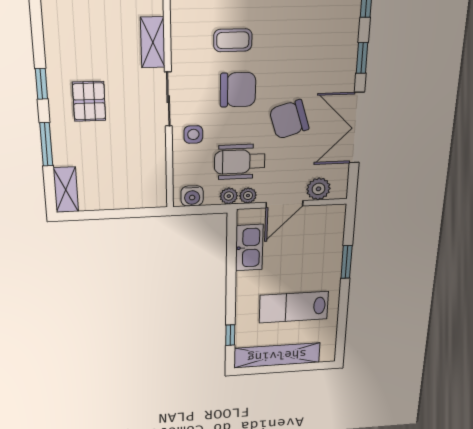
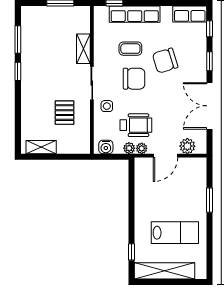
pallet: (89, 101) -> (65, 113), moved
chair: (289, 119) -> (165, 61), moved
window: (46, 144) -> (18, 40), moved
wheelchair: (240, 162) -> (136, 125), turned 180
shelving: (66, 190) -> (41, 147), moved, turned 90
kitchen sink: (249, 248) -> (143, 186), removed
lab bench: (294, 307) -> (175, 233), turned 180

